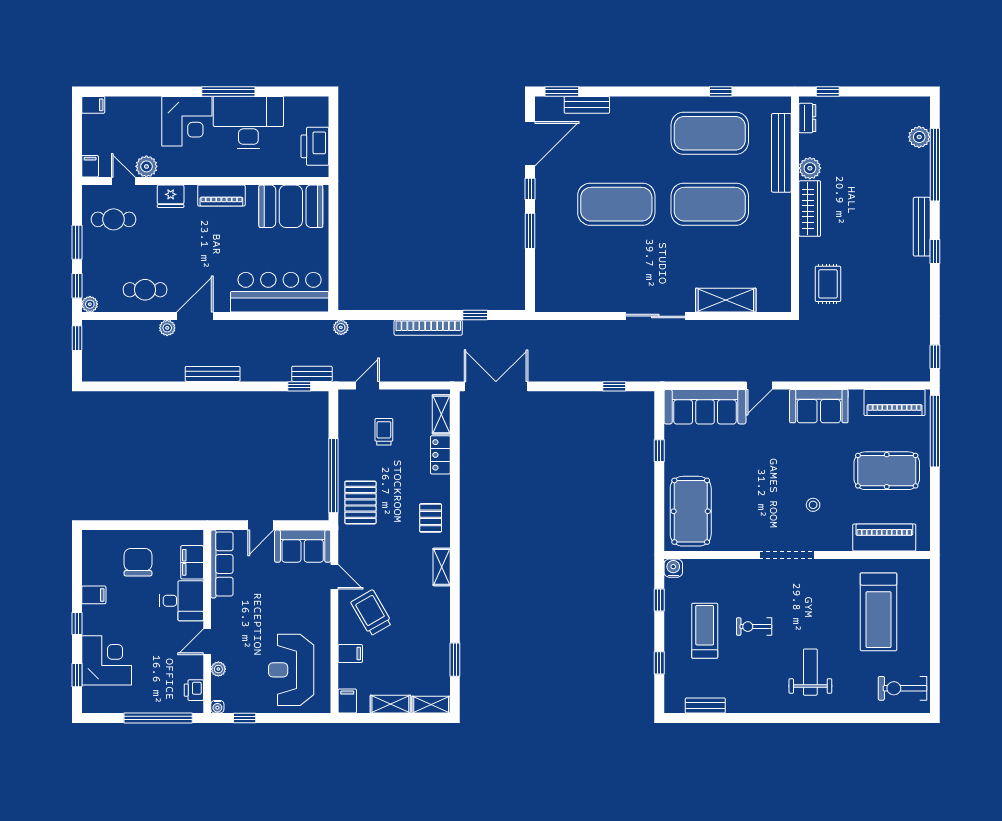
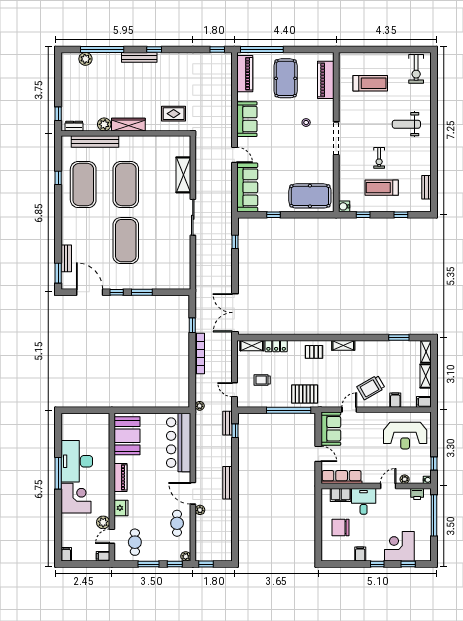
printer: (315, 146) -> (91, 421), removed
treadmill: (879, 612) -> (370, 83), width x0.73, depth x0.73
door: (207, 642) -> (388, 486), swing flipped

